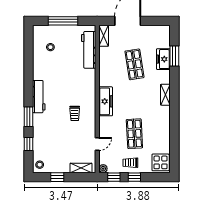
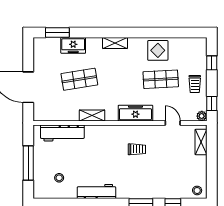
shelving: (104, 36) -> (92, 115), moved
window: (174, 56) -> (57, 32), moved
workbench: (39, 97) -> (96, 192), moved
freezer: (106, 101) -> (135, 113), moved
display table: (161, 162) -> (158, 50), moved
window: (57, 177) -> (212, 170), removed
window: (134, 177) -> (212, 63), moved

